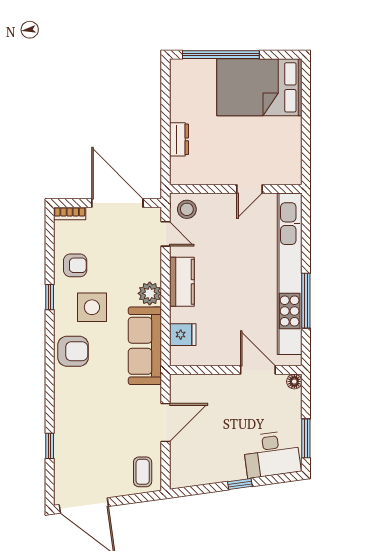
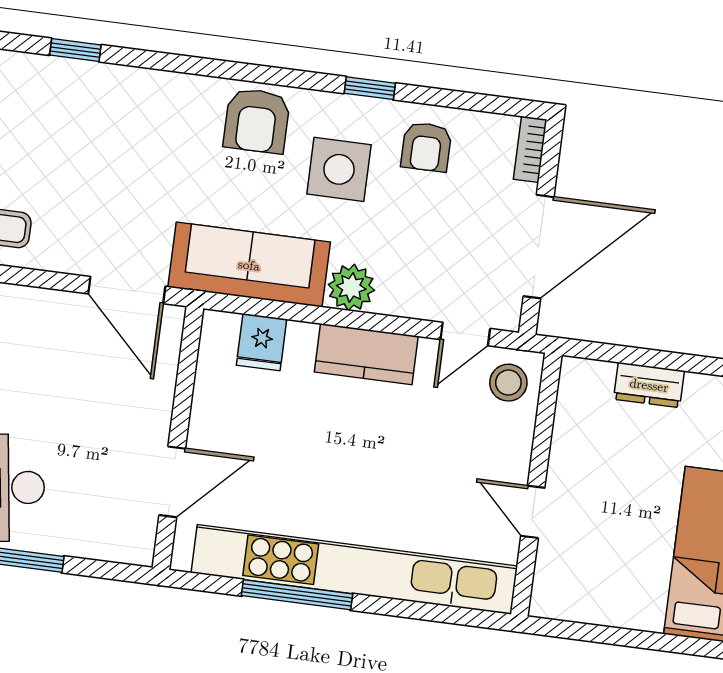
floor lamp: (294, 381) -> (140, 551), removed
door: (166, 423) -> (127, 290), moved

